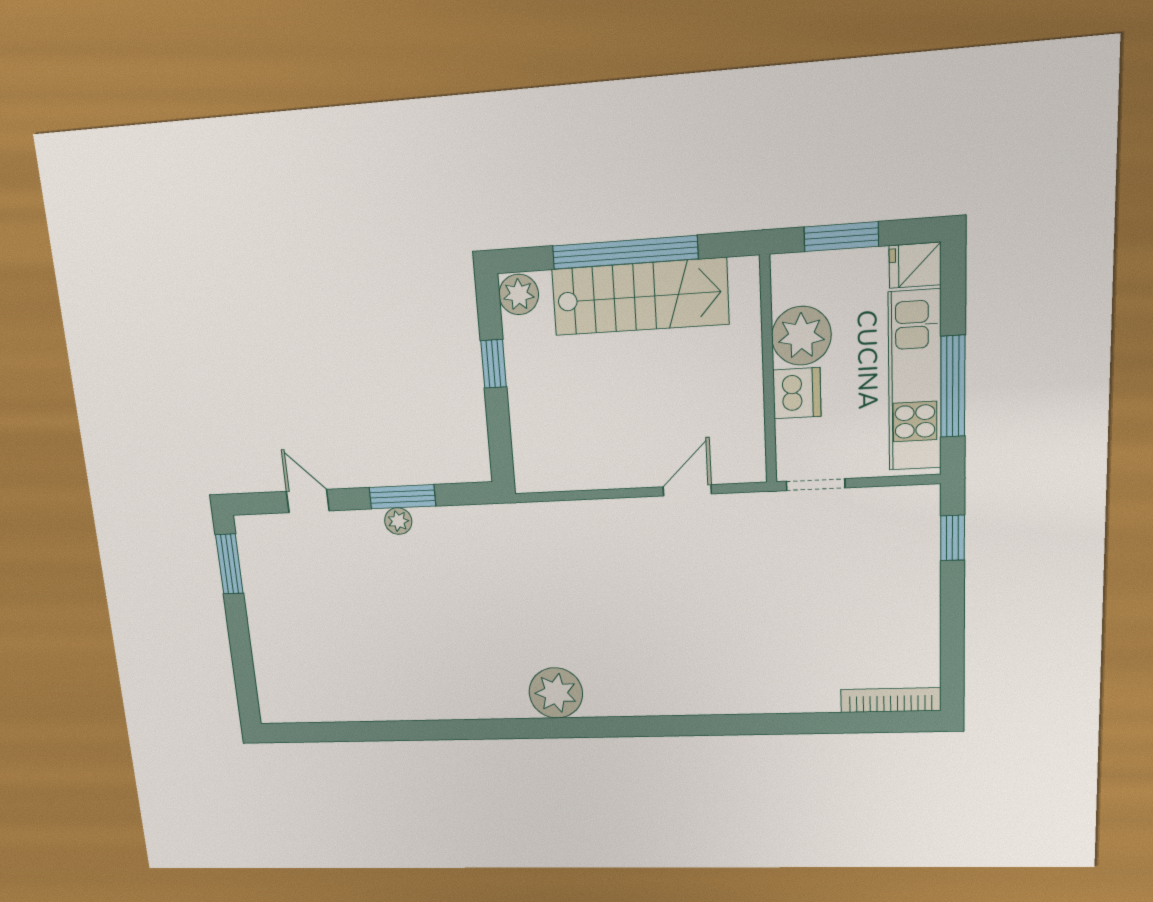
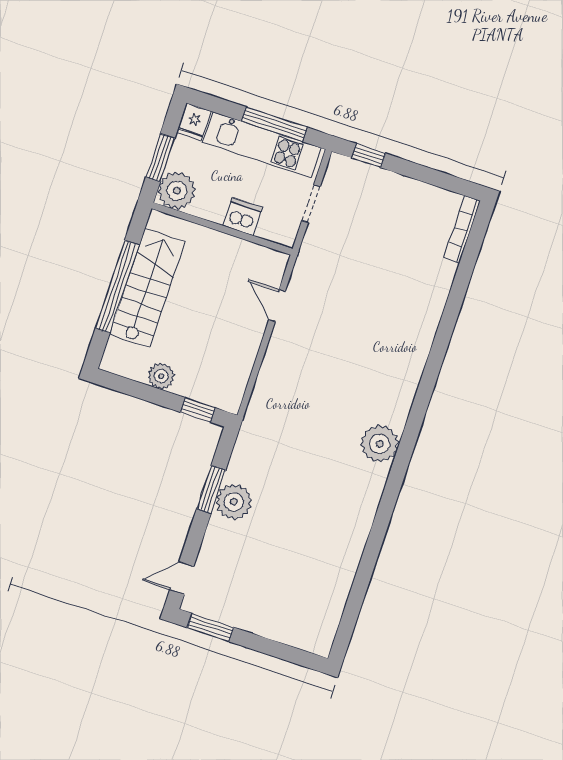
plant: (519, 294) -> (161, 376), moved
plant: (801, 336) -> (177, 191), moved
window: (494, 364) -> (198, 410), moved
doorway: (816, 485) -> (311, 204), moved
door: (308, 501) -> (182, 578), moved
plant: (398, 521) -> (234, 502), width x1.88, depth x1.88

